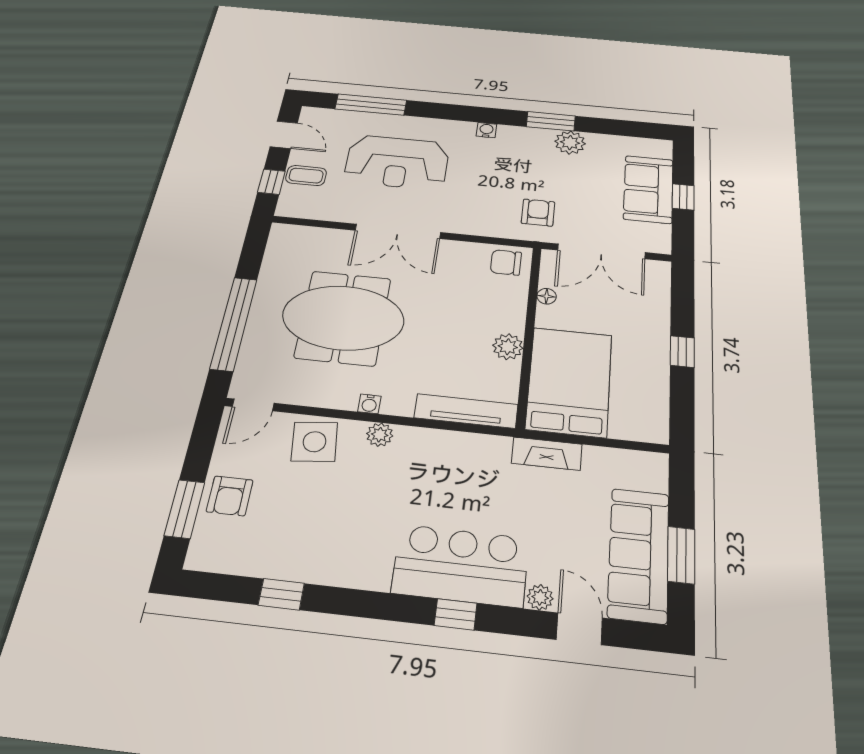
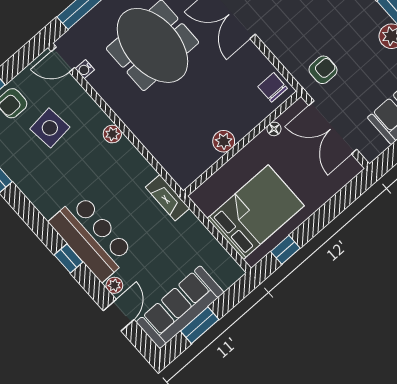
window: (682, 352) -> (285, 250), moved
bed: (569, 381) -> (256, 212), moved
water cooler: (369, 404) -> (85, 69), moved
tv unit: (466, 411) -> (167, 159), removed
side table: (314, 442) -> (50, 128), moved
fireplace: (547, 454) -> (168, 198), moved

